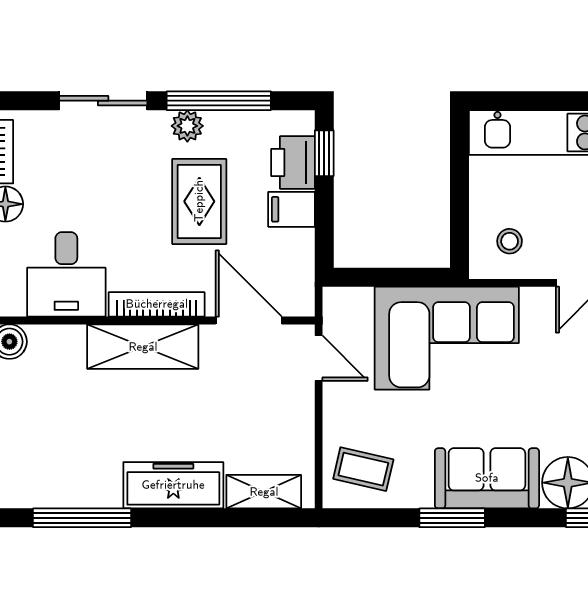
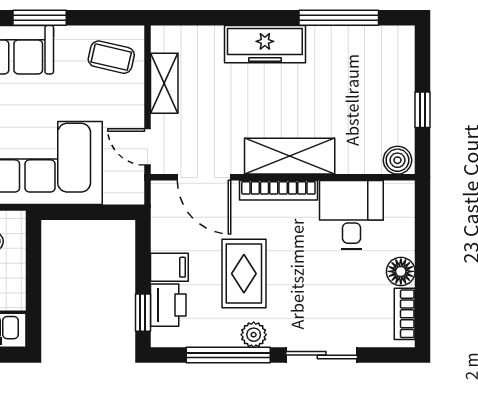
shelving: (264, 492) -> (164, 83), moved, turned 90

